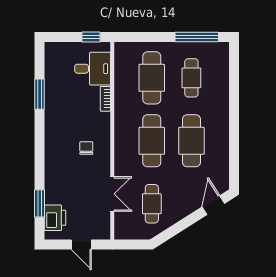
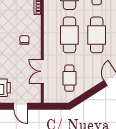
double door: (112, 194) -> (42, 71), swing flipped

